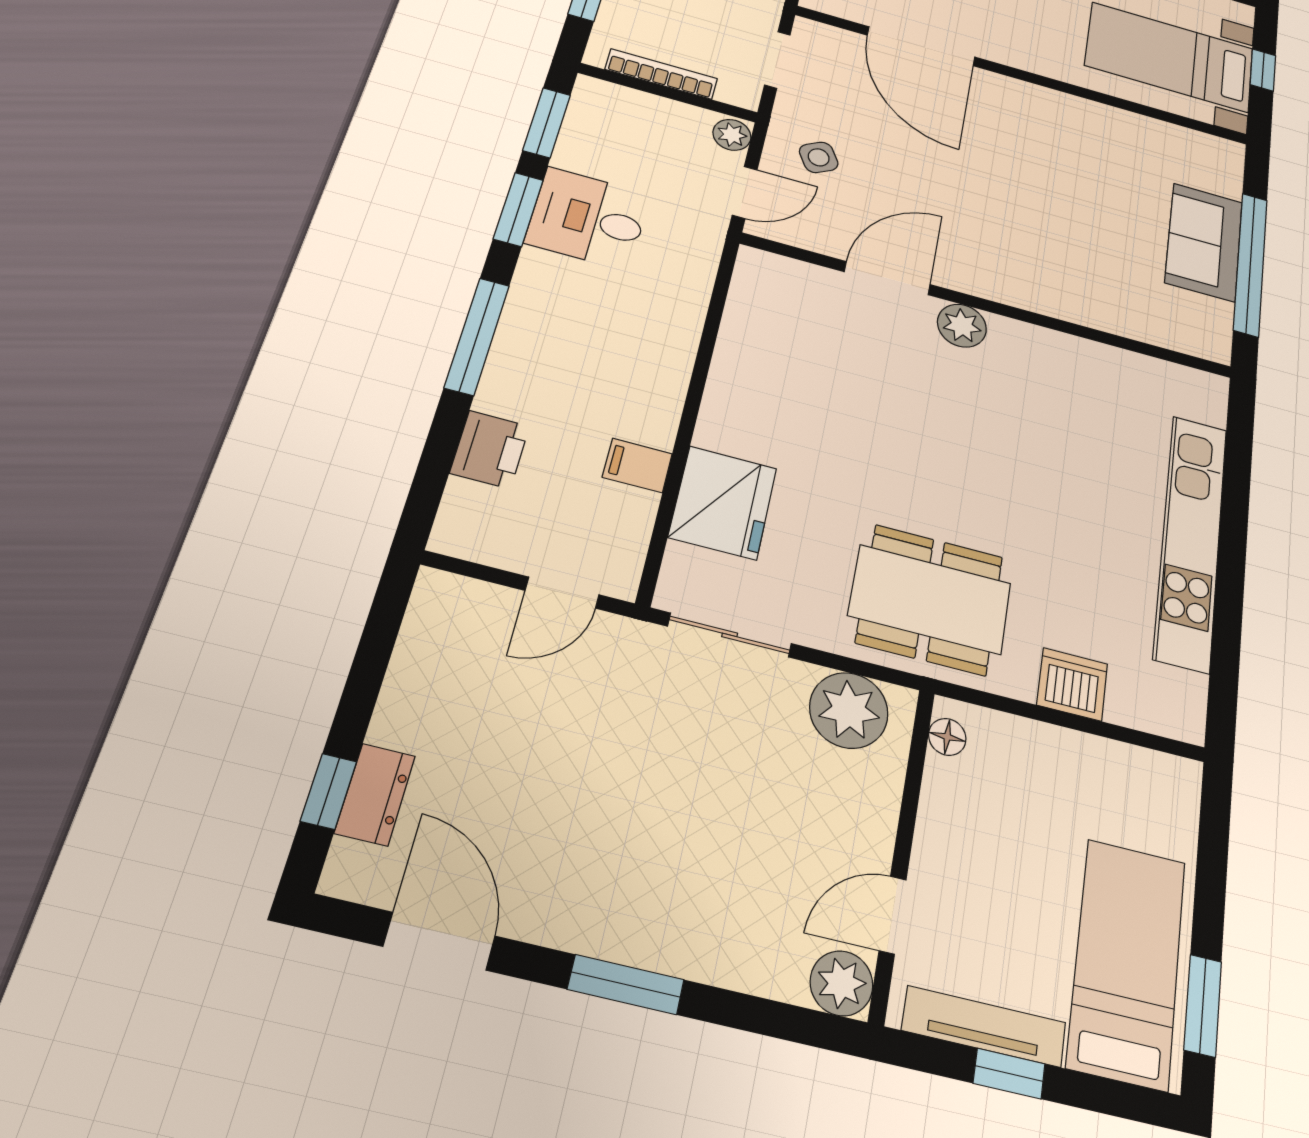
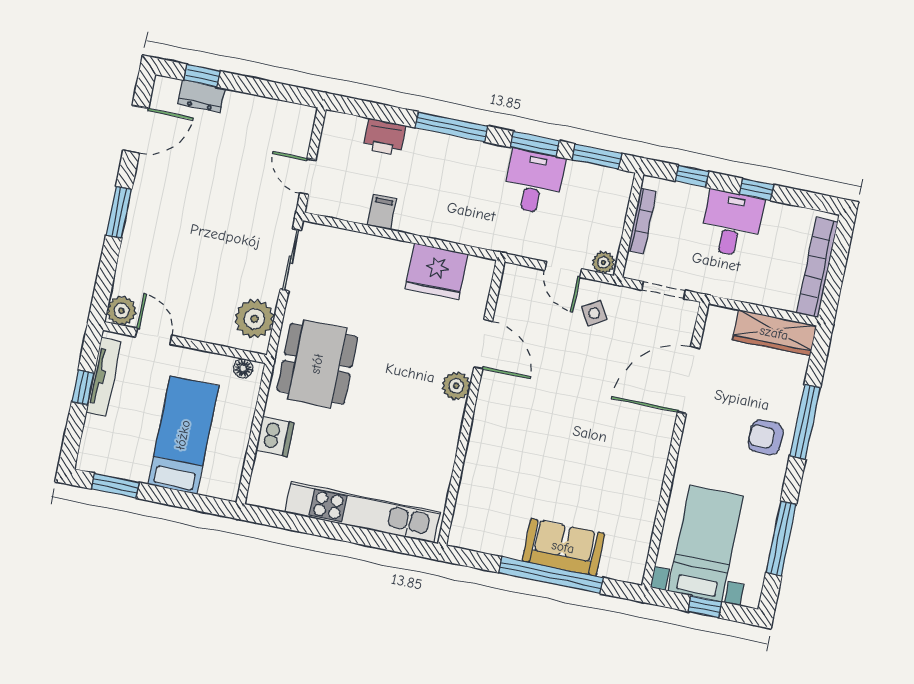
door: (887, 278) -> (483, 344), moved
wall: (989, 306) -> (471, 403), moved
plant: (962, 326) -> (456, 386), moved
fridge: (723, 503) -> (437, 271), moved
bed: (1127, 962) -> (183, 435), moved, turned -90

